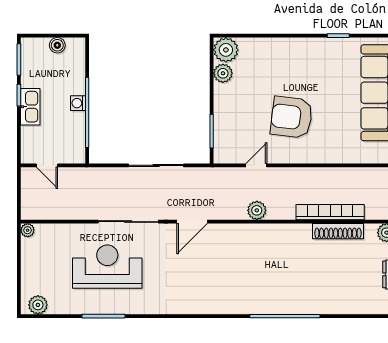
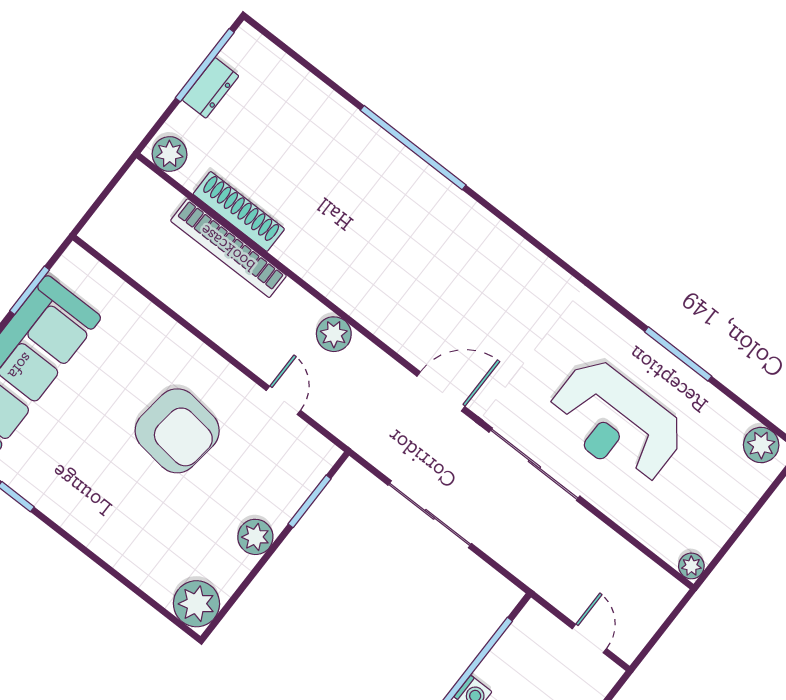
plant: (223, 73) -> (255, 537), moved
door: (256, 165) -> (283, 400), swing flipped

